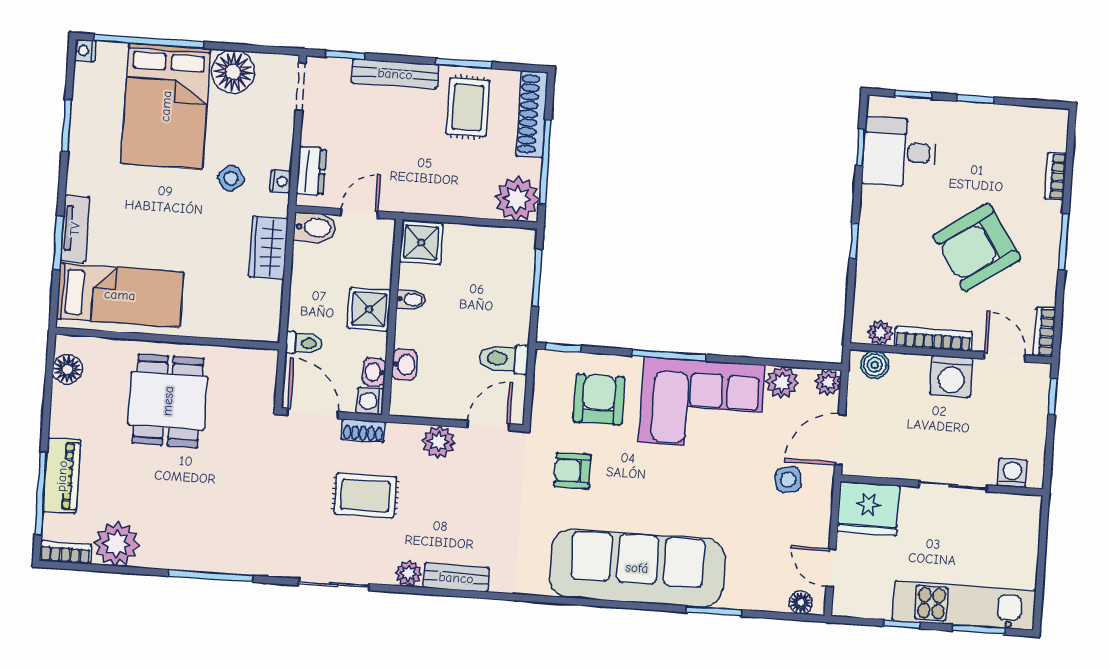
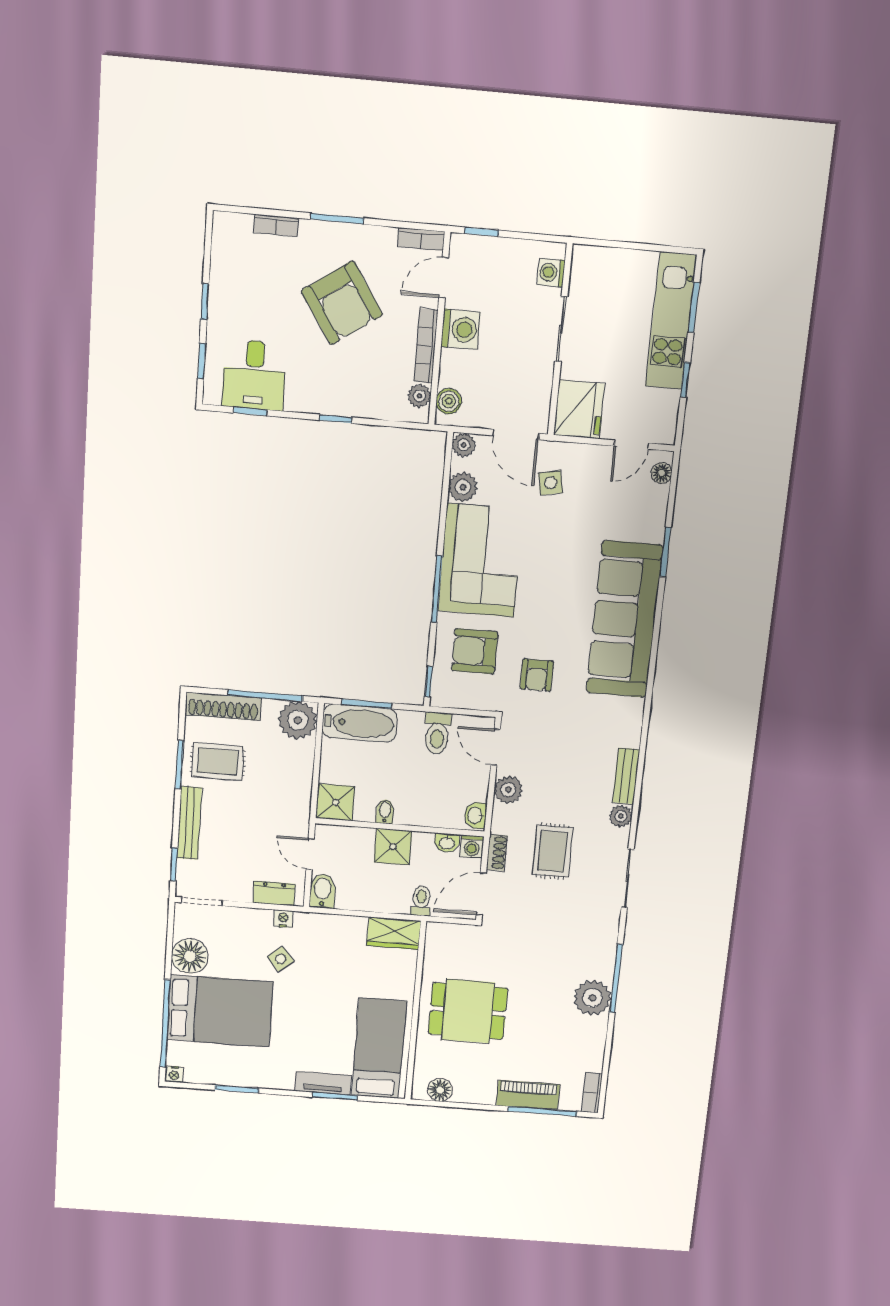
wardrobe: (268, 248) -> (394, 933), moved
bathtub: (514, 269) -> (360, 723), added
washbasin: (405, 365) -> (475, 815), moved, turned -90
plant: (116, 544) -> (592, 998), moved

